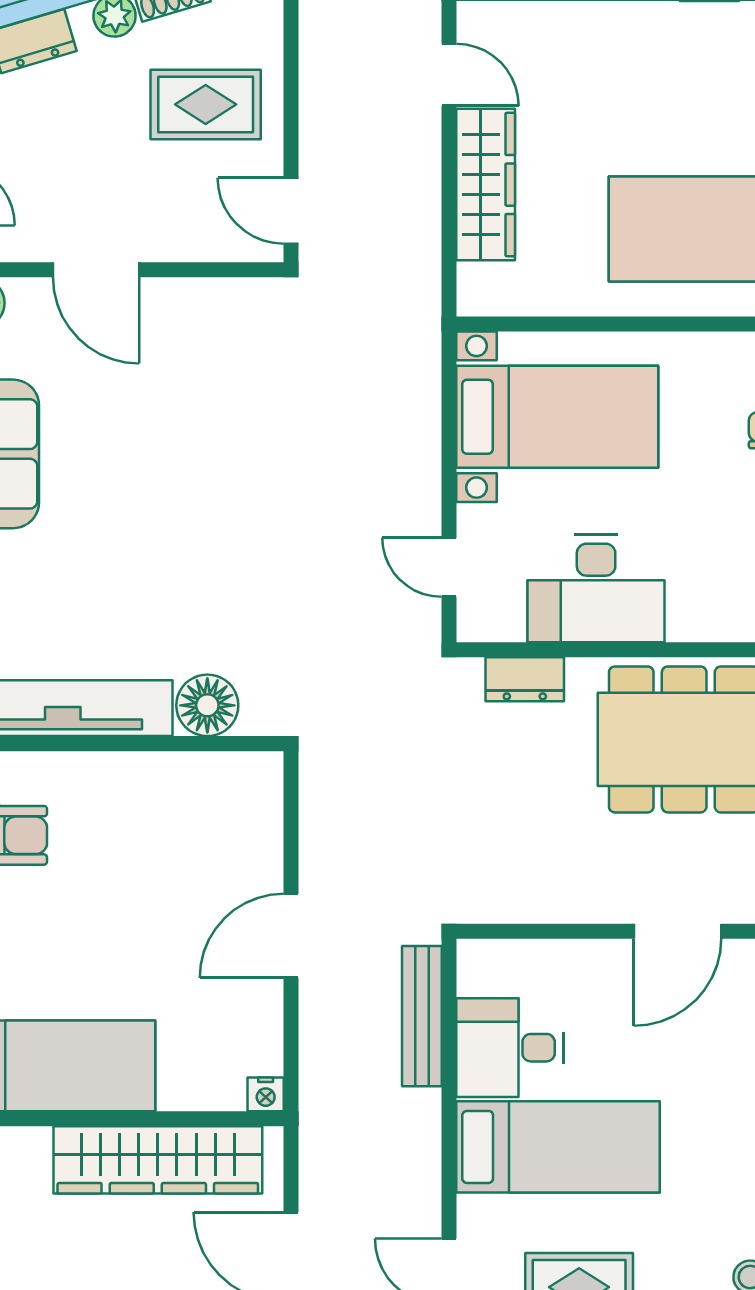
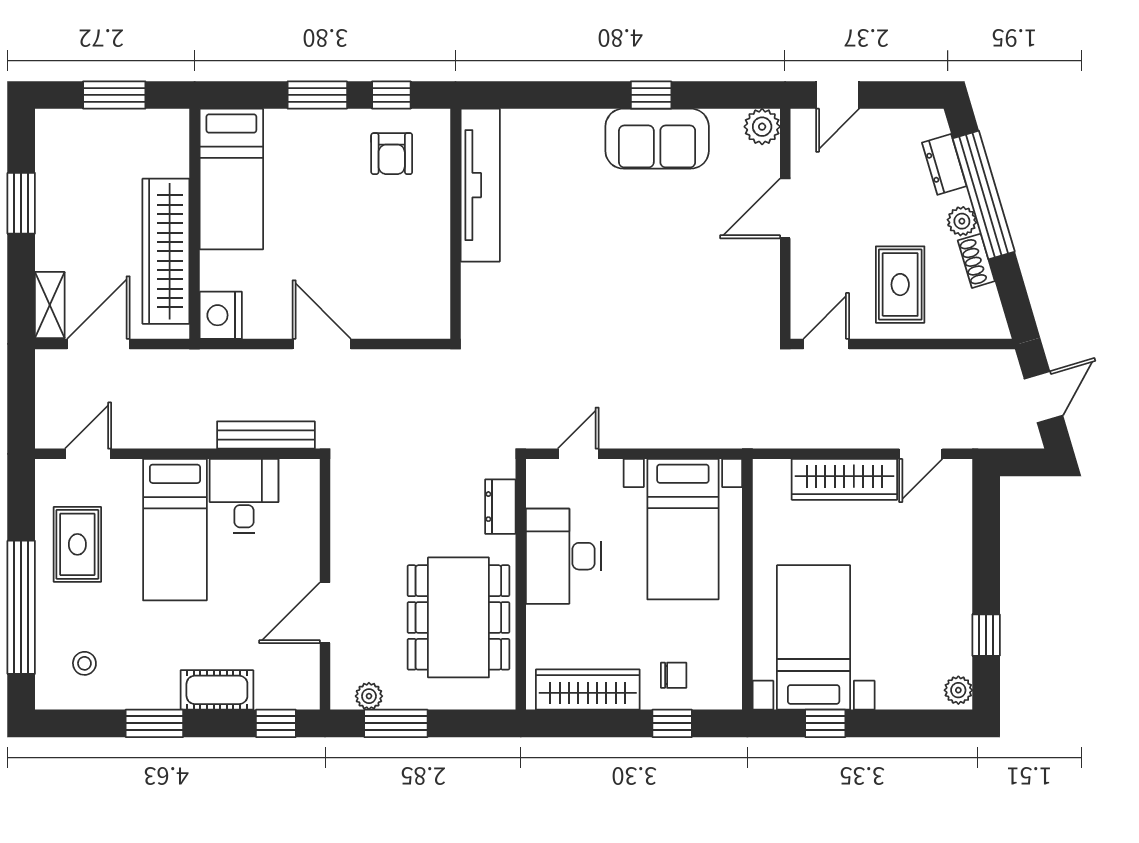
floor lamp: (207, 705) -> (482, 286), removed
door: (678, 931) -> (325, 613), hinge flipped
nightstand: (266, 1094) -> (221, 315), width x1.89, depth x1.79

